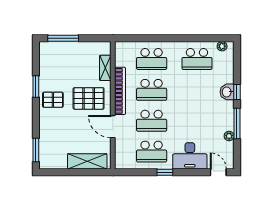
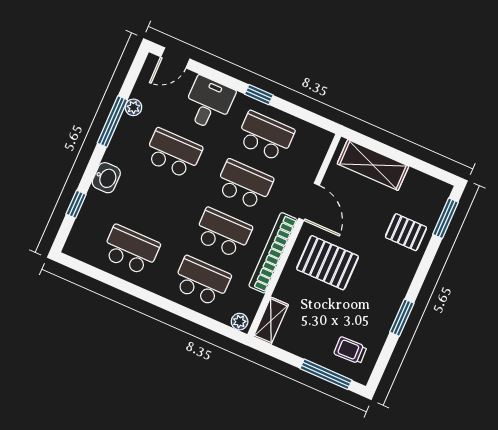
plant: (222, 46) -> (240, 322), moved
trolley: (56, 57) -> (350, 350), added
shelving: (105, 68) -> (271, 321), moved
window: (237, 92) -> (76, 204), moved
pallet: (53, 100) -> (406, 232), moved
school desk: (197, 121) -> (173, 153), added
desk: (190, 156) -> (209, 103), width x0.73
door: (218, 172) -> (175, 58), hinge flipped

